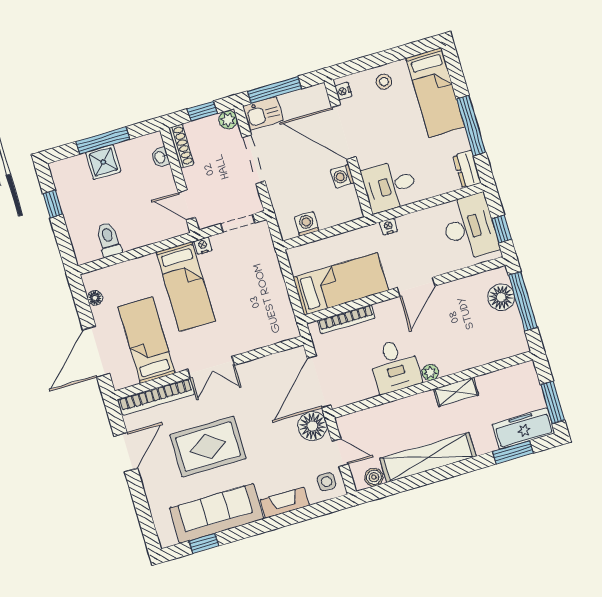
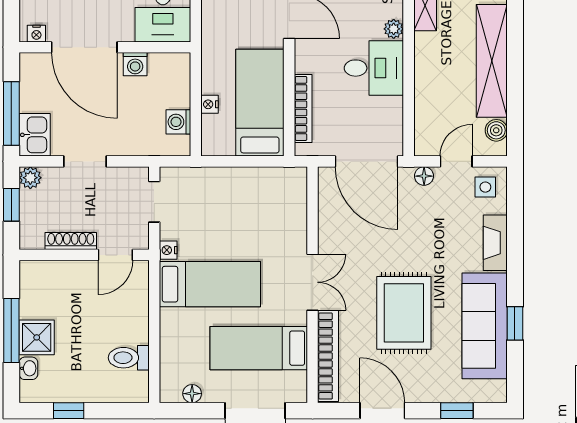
door: (344, 132) -> (84, 47), hinge flipped
shoe rack: (181, 146) -> (71, 241), moved
washbasin: (160, 157) -> (28, 368), moved, turned -90
doorway: (254, 159) -> (85, 161), width x0.73
nightstand: (388, 227) -> (209, 104), moved
floor lamp: (312, 426) -> (424, 176), width x0.53, depth x0.53
window: (143, 511) -> (457, 411), added
window: (204, 543) -> (515, 323), moved

